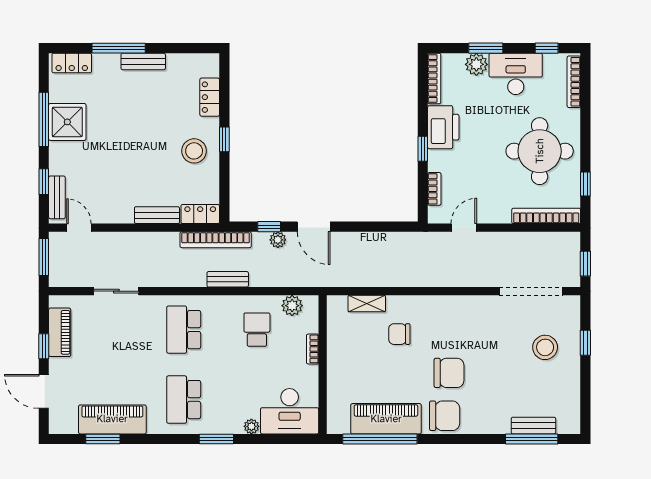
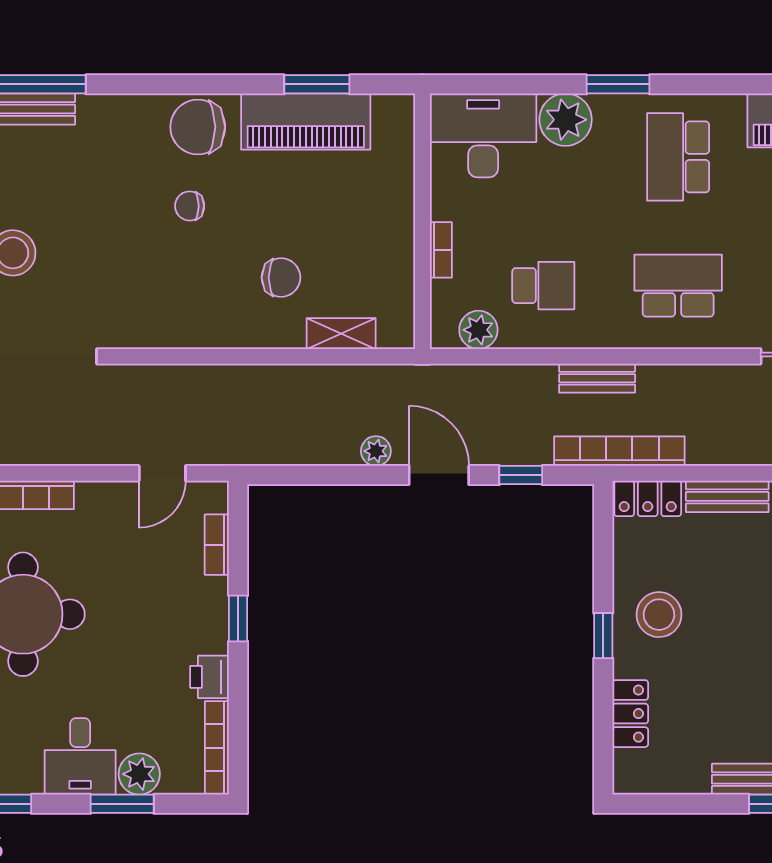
desk: (516, 74) -> (80, 756), width x0.73
printer: (443, 127) -> (210, 677), width x0.53, depth x0.68
plant: (278, 240) -> (376, 451), moved
school desk: (184, 330) -> (678, 286), turned -90
school desk: (257, 330) -> (543, 286), turned -90
chair: (449, 373) -> (190, 206), width x0.54, depth x0.54
school desk: (184, 400) -> (678, 157), turned 180
plant: (251, 426) -> (566, 120), width x1.88, depth x1.88
window: (380, 439) -> (317, 84), width x0.47

